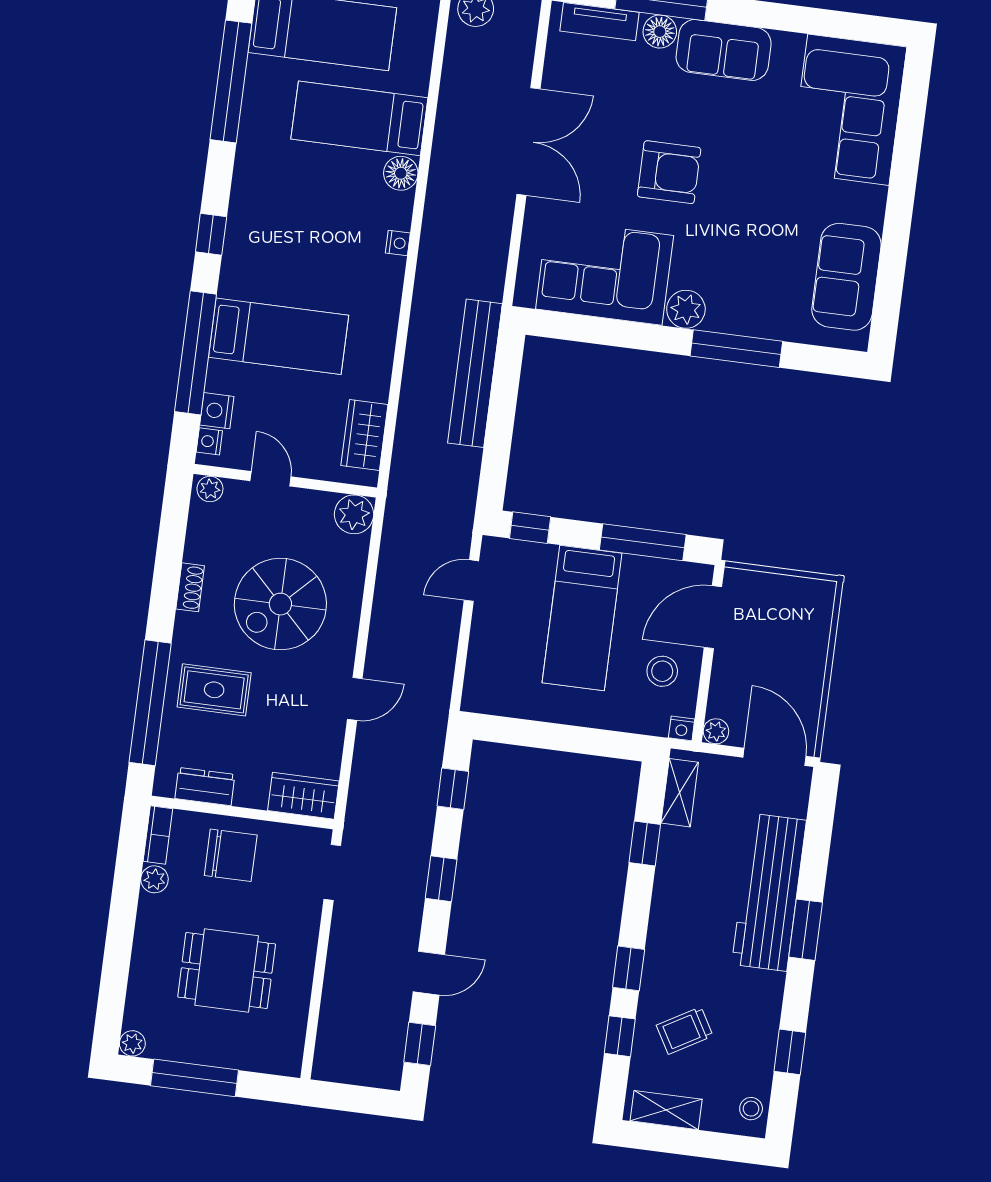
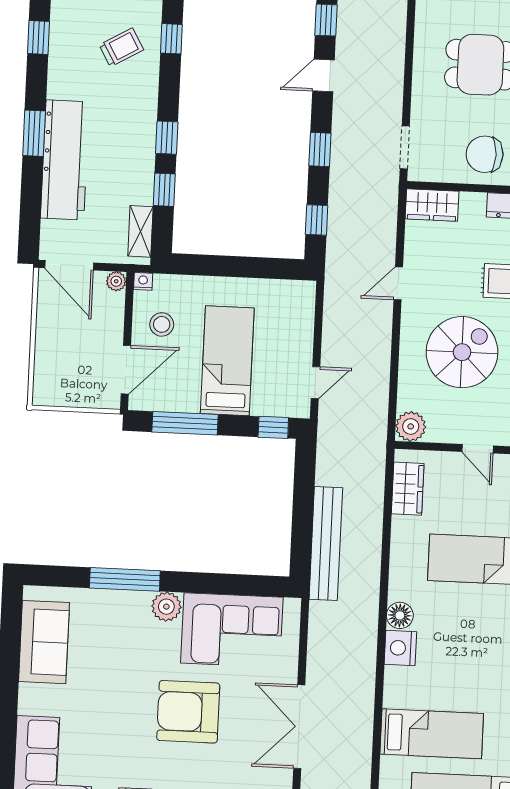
armchair: (669, 172) -> (188, 712), width x1.36, depth x1.36
floor lamp: (401, 173) -> (400, 615), moved
nightstand: (398, 243) -> (400, 648), width x1.89, depth x1.79
window: (629, 968) -> (167, 138), moved

